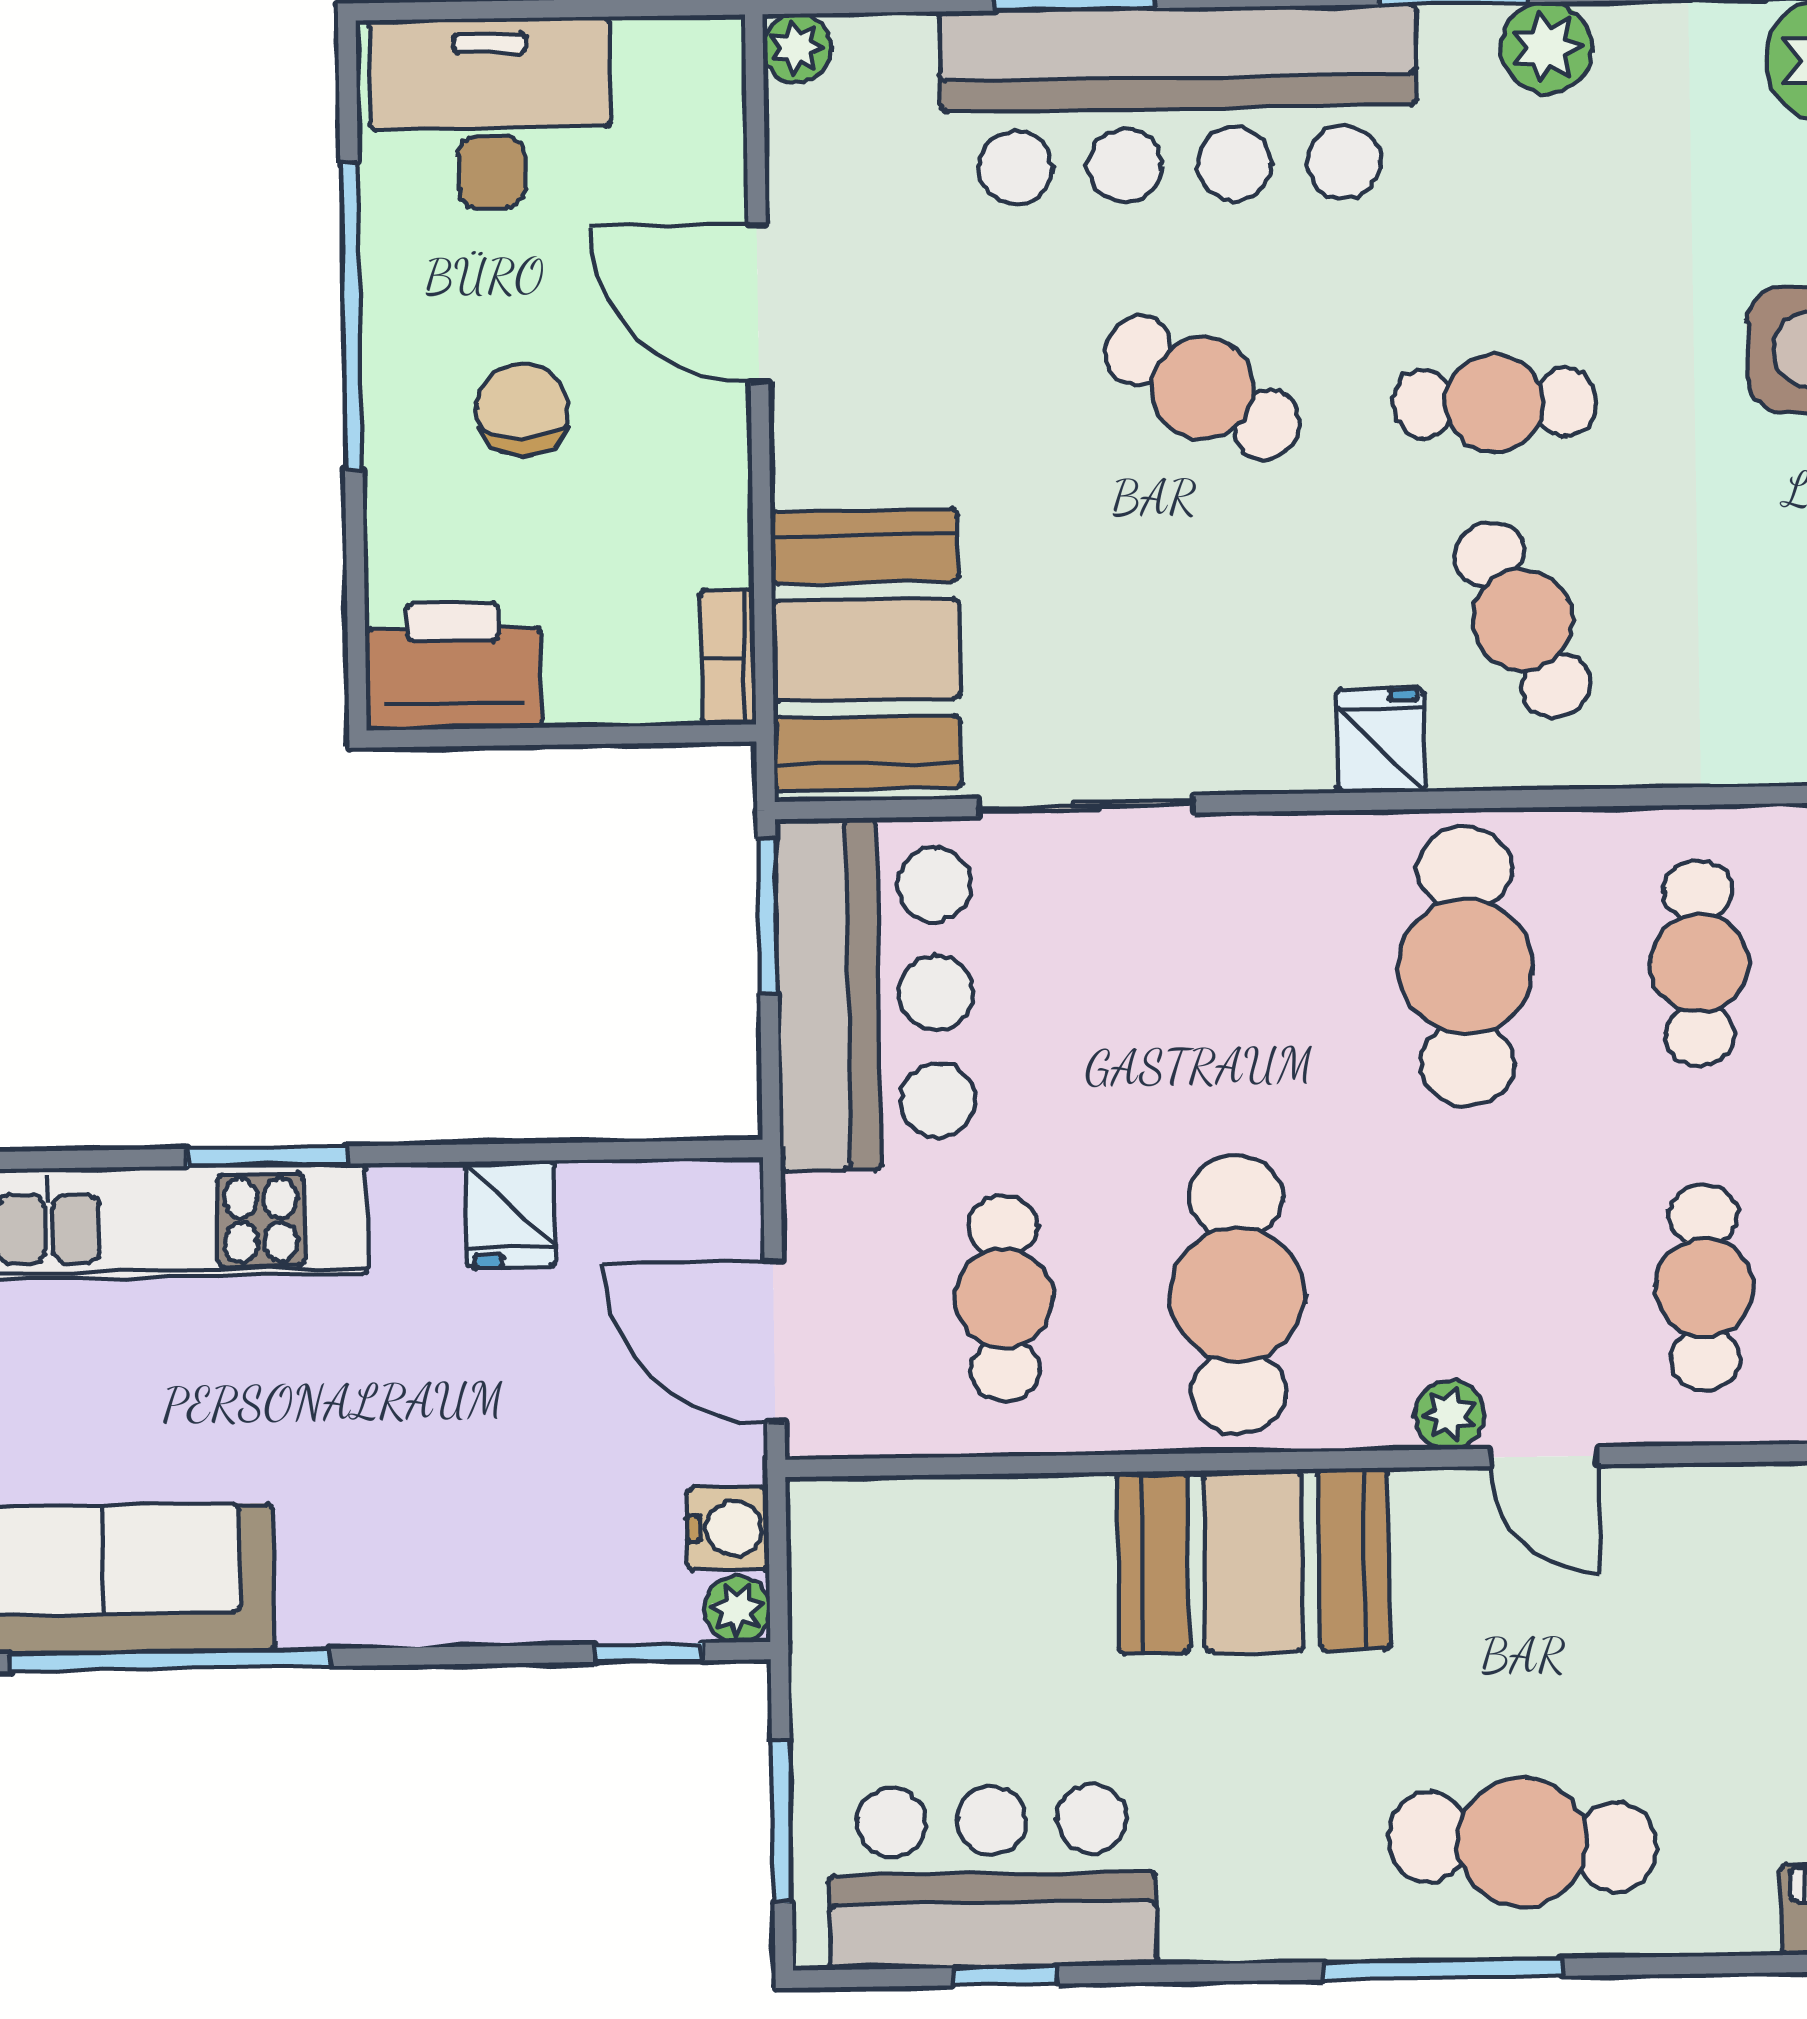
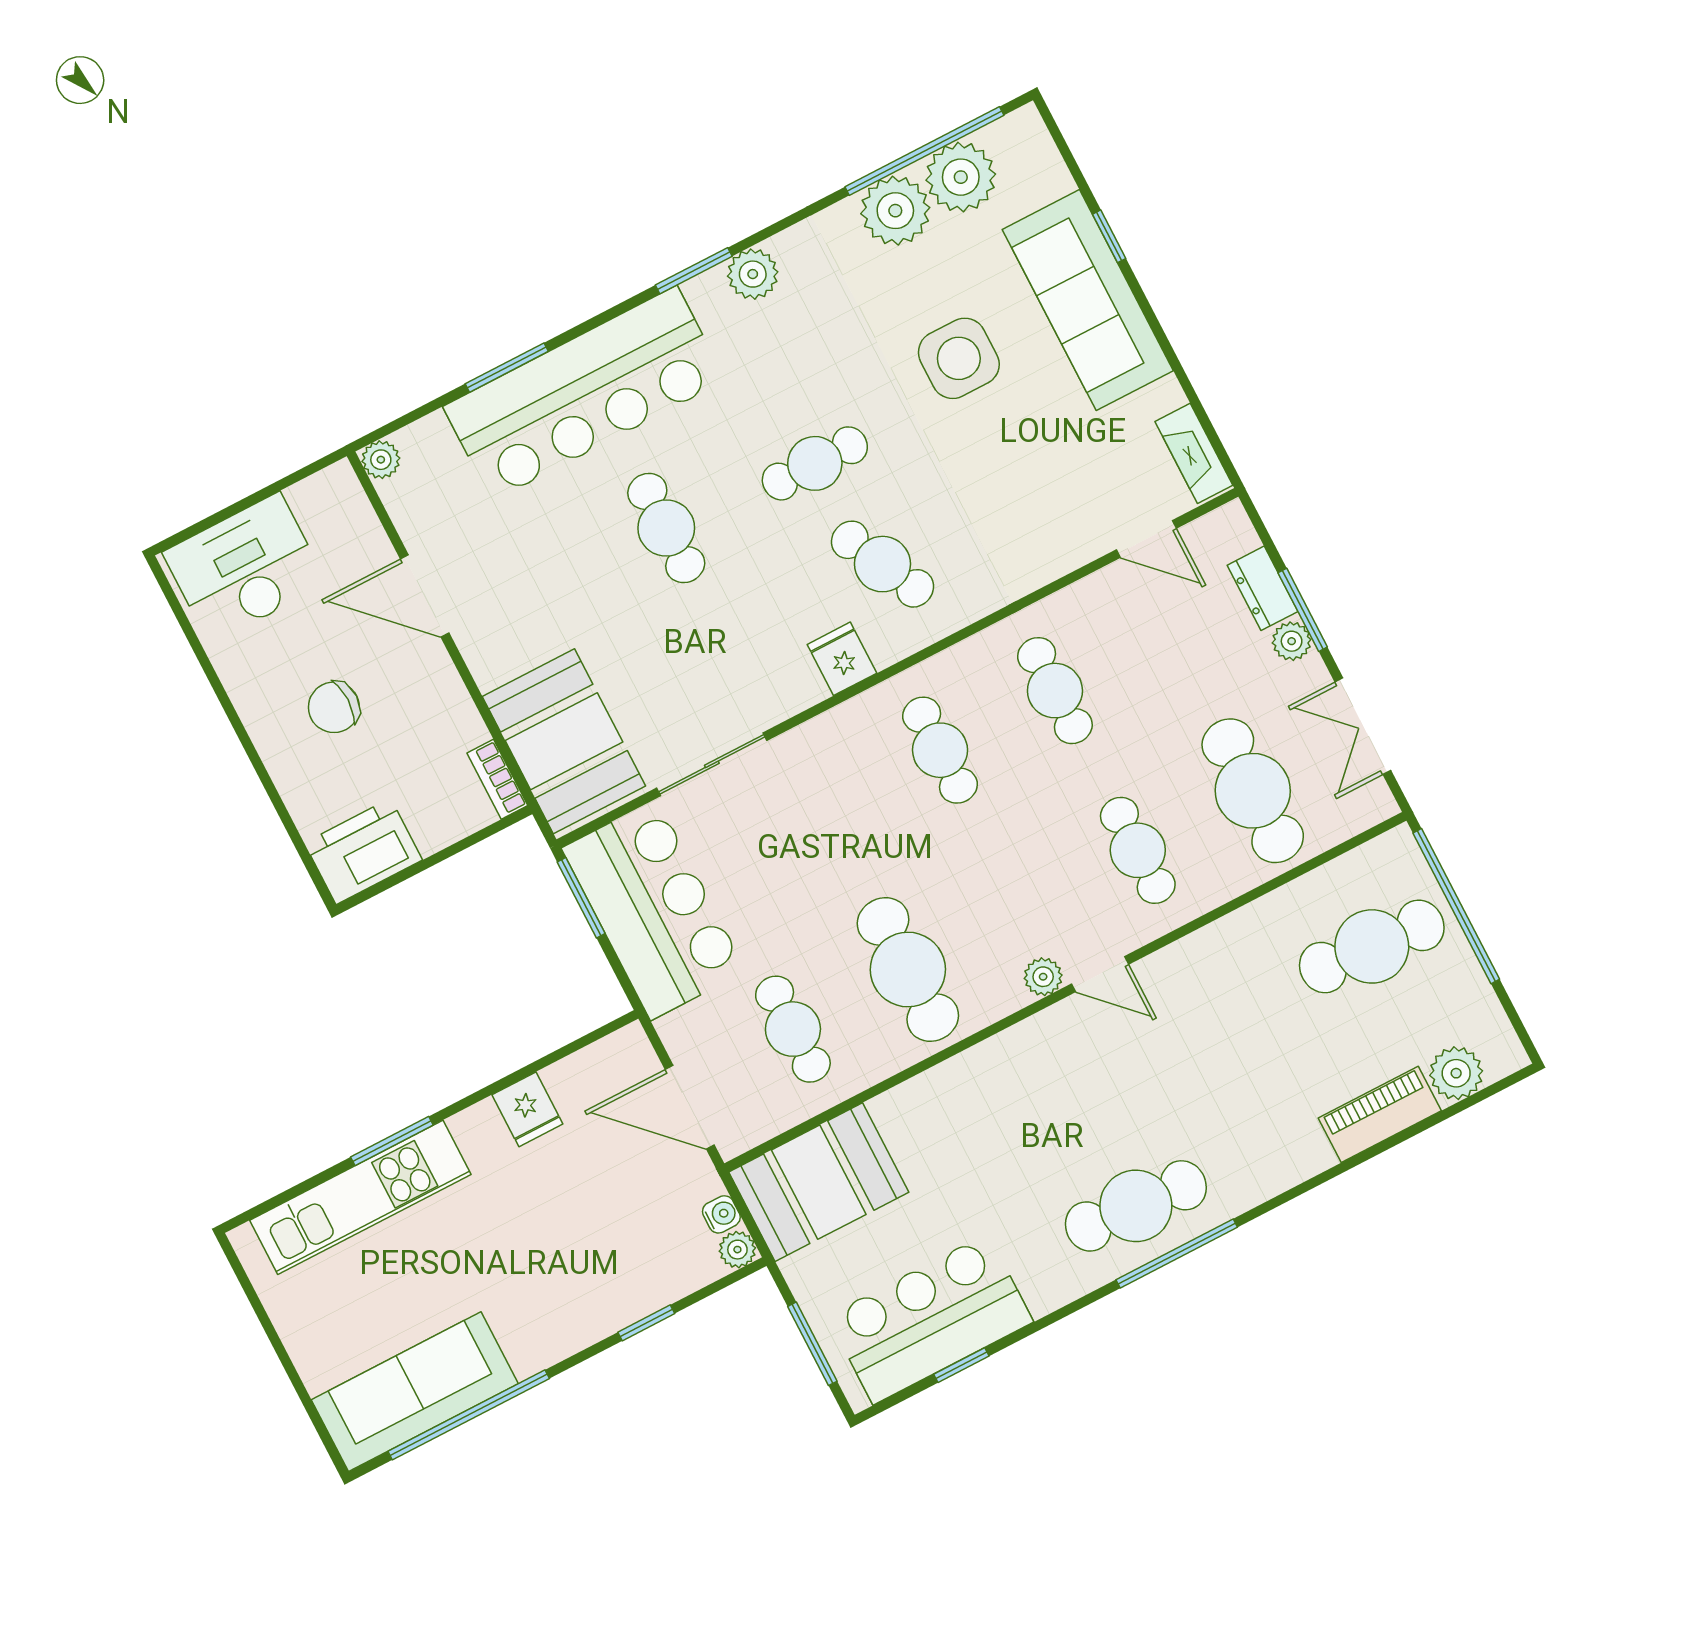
window: (351, 316) -> (226, 703), removed
cafe table: (1203, 388) -> (666, 528), turned 59
chair: (522, 410) -> (334, 707), turned -90
cafe table: (1466, 967) -> (940, 750), width x0.73, depth x0.74
water cooler: (728, 1529) -> (721, 1214), width x0.72, depth x0.72
booth: (1254, 1561) -> (819, 1182), moved
window: (649, 1652) -> (646, 1323), moved
cafe table: (1522, 1842) -> (1136, 1206), moved

